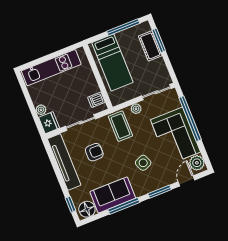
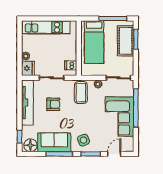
cot: (150, 46) -> (126, 41), width x1.37, depth x1.34
side table: (143, 163) -> (83, 140), moved
plant: (197, 163) -> (128, 143), removed

